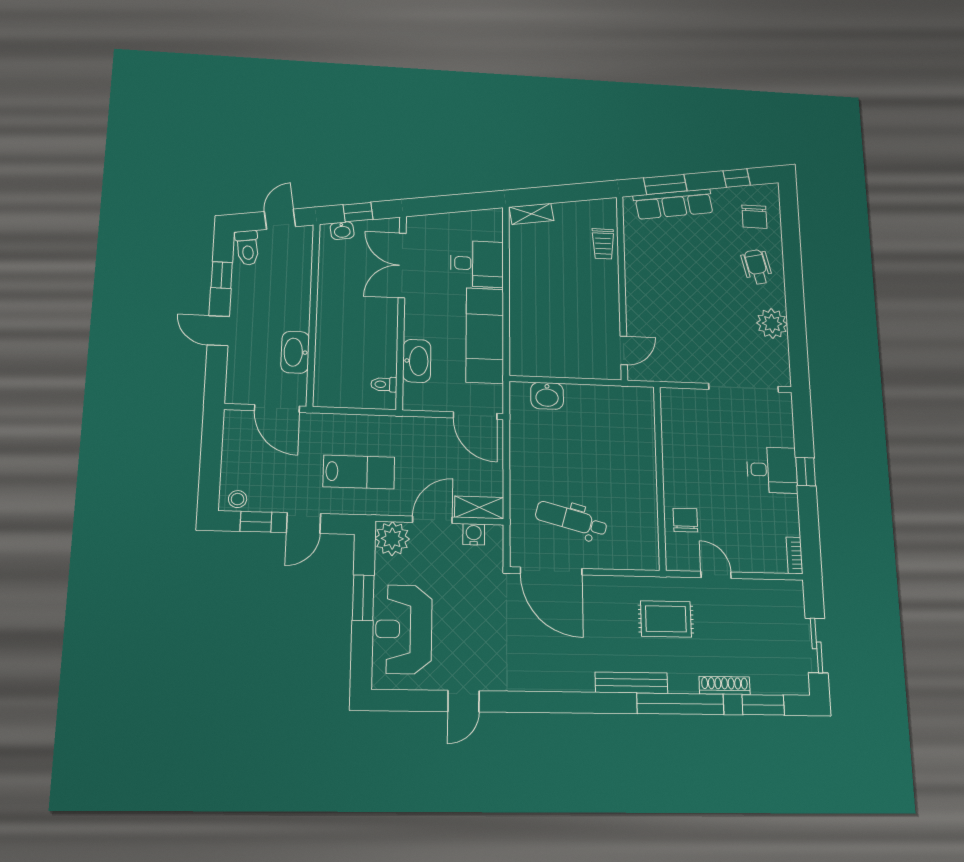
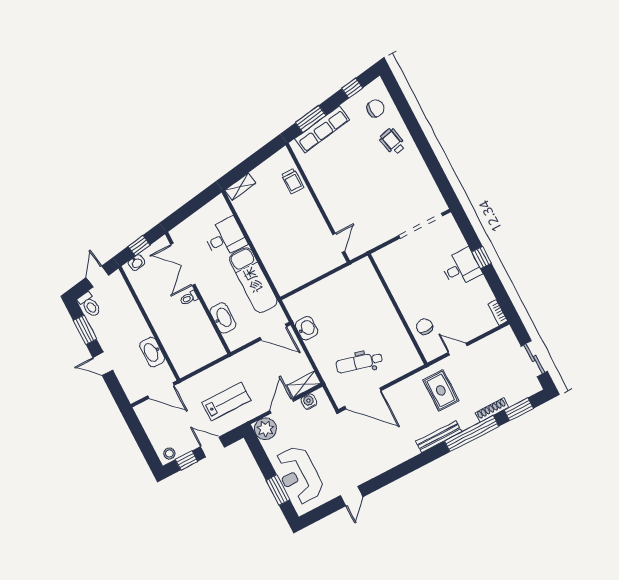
chair: (754, 217) -> (375, 108), turned -90
window: (222, 275) -> (85, 330), width x1.50
plant: (772, 324) -> (419, 174), removed
toilet: (384, 384) -> (189, 298), moved
washbasin: (547, 396) -> (307, 328), moved, turned -90
door: (304, 523) -> (212, 447), swing flipped
window: (363, 598) -> (278, 490), moved
rug: (666, 619) -> (441, 390), turned 90

